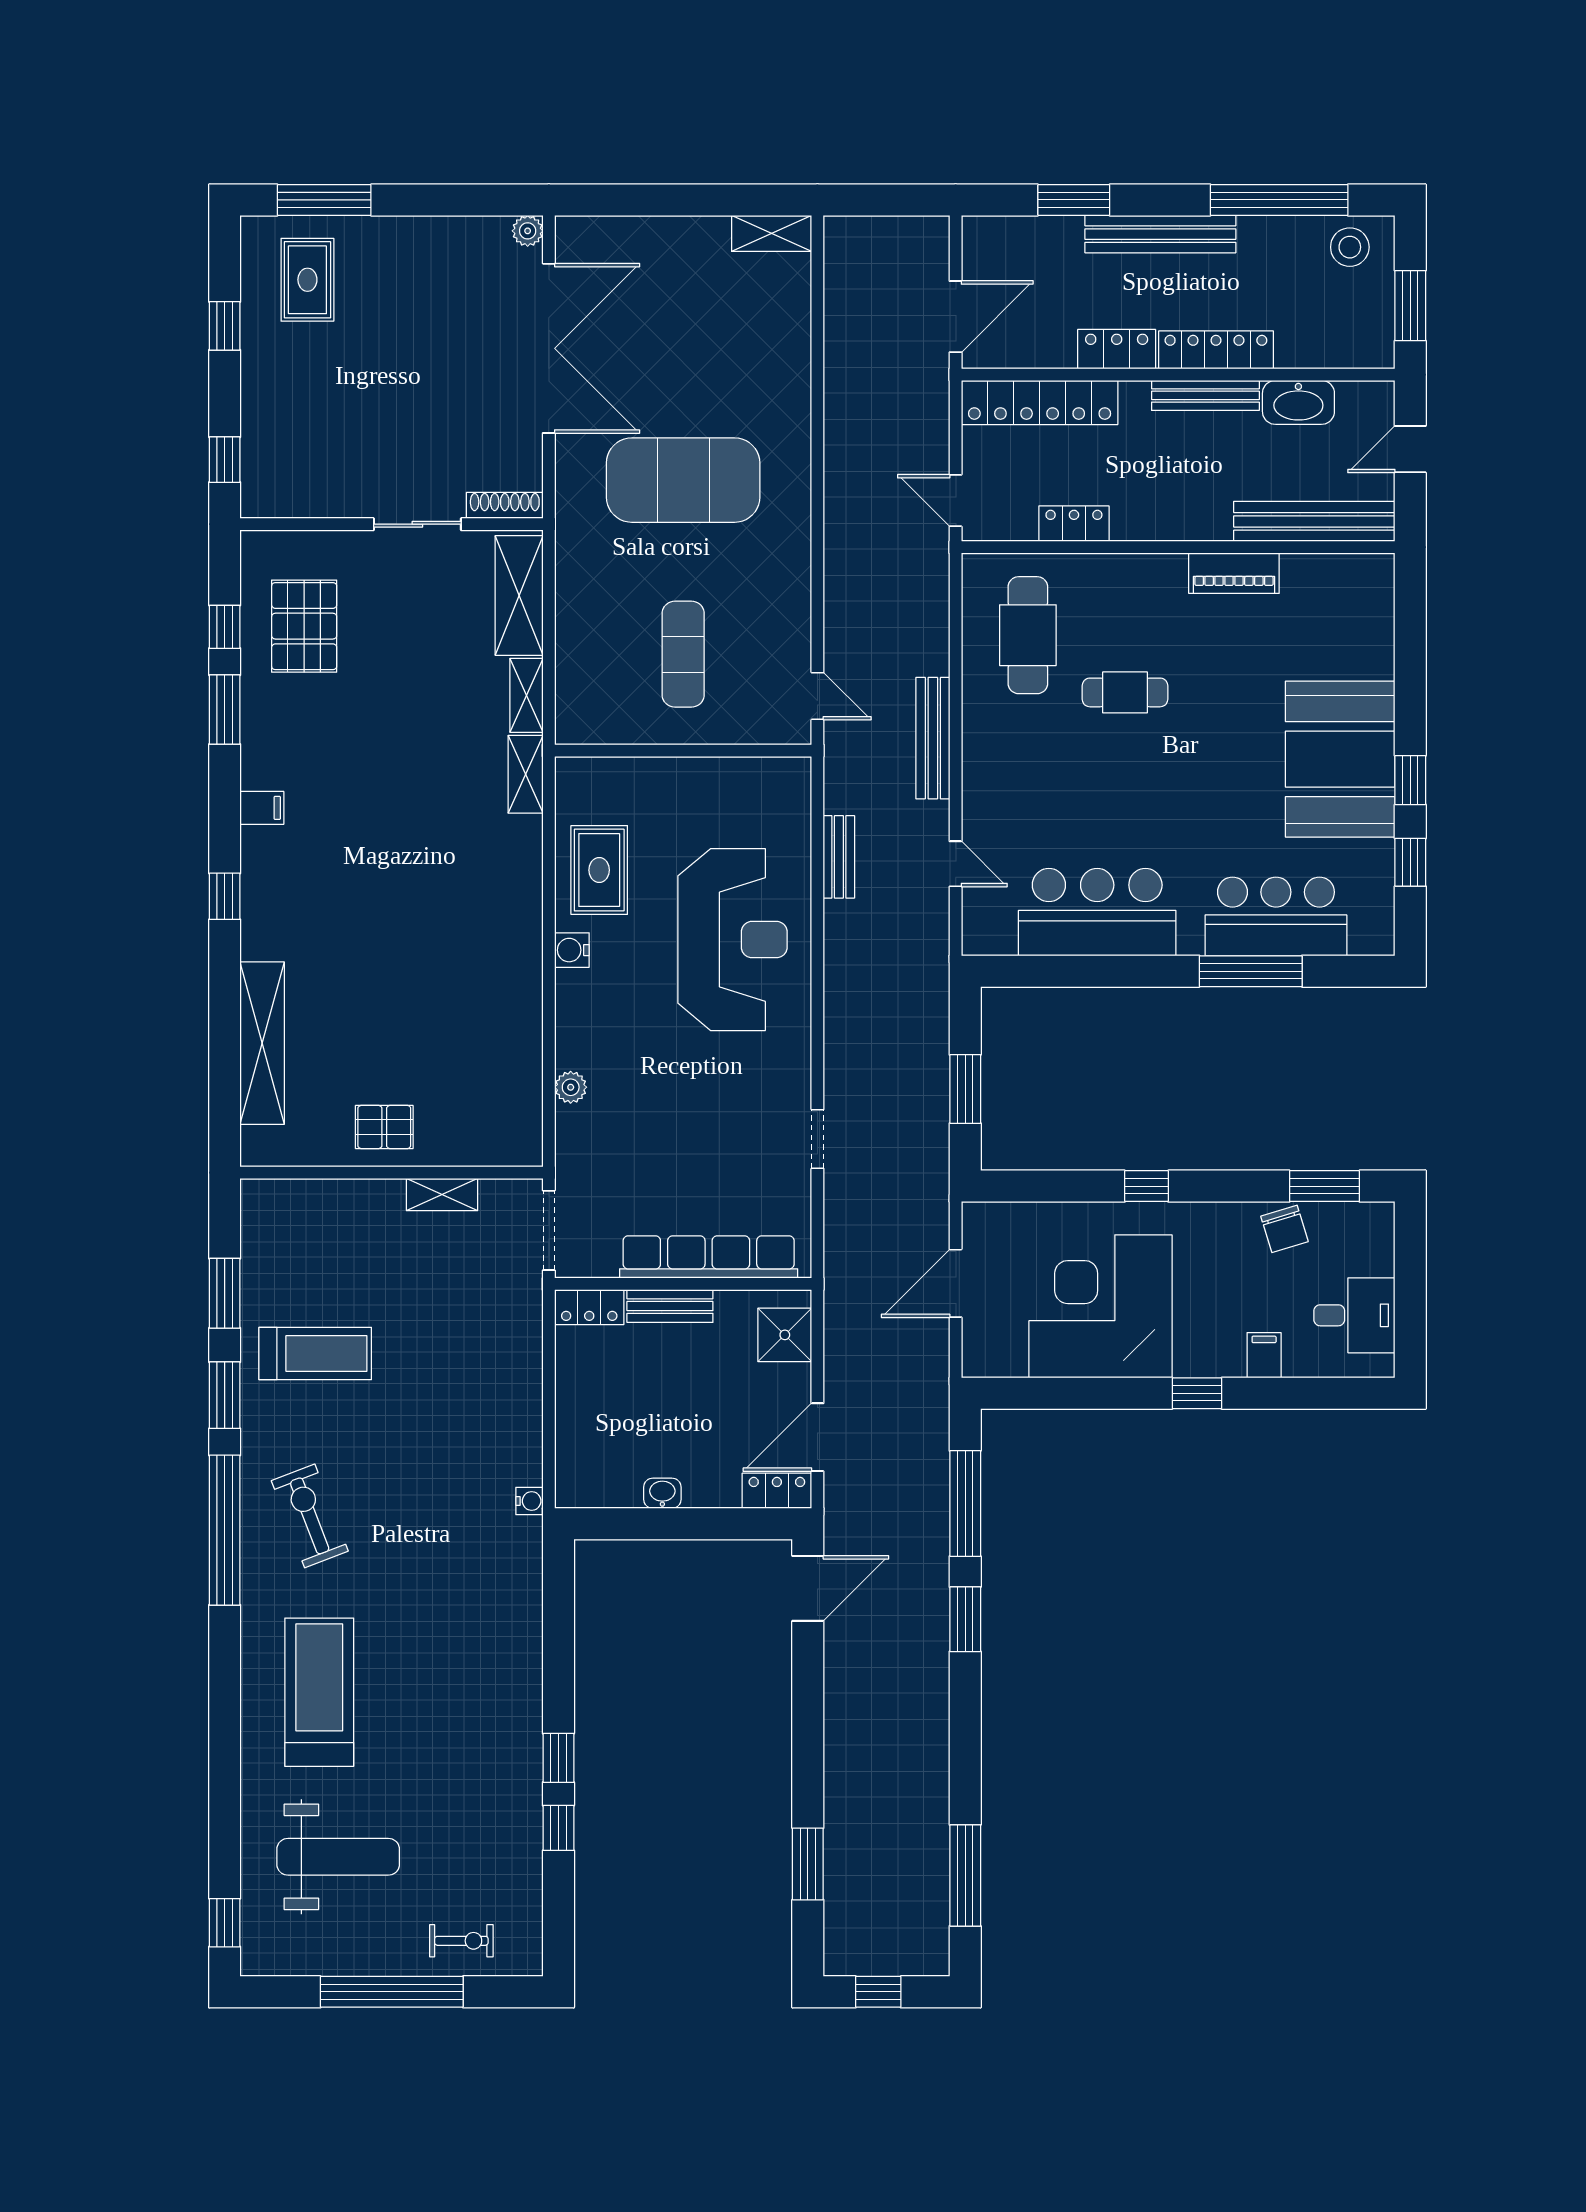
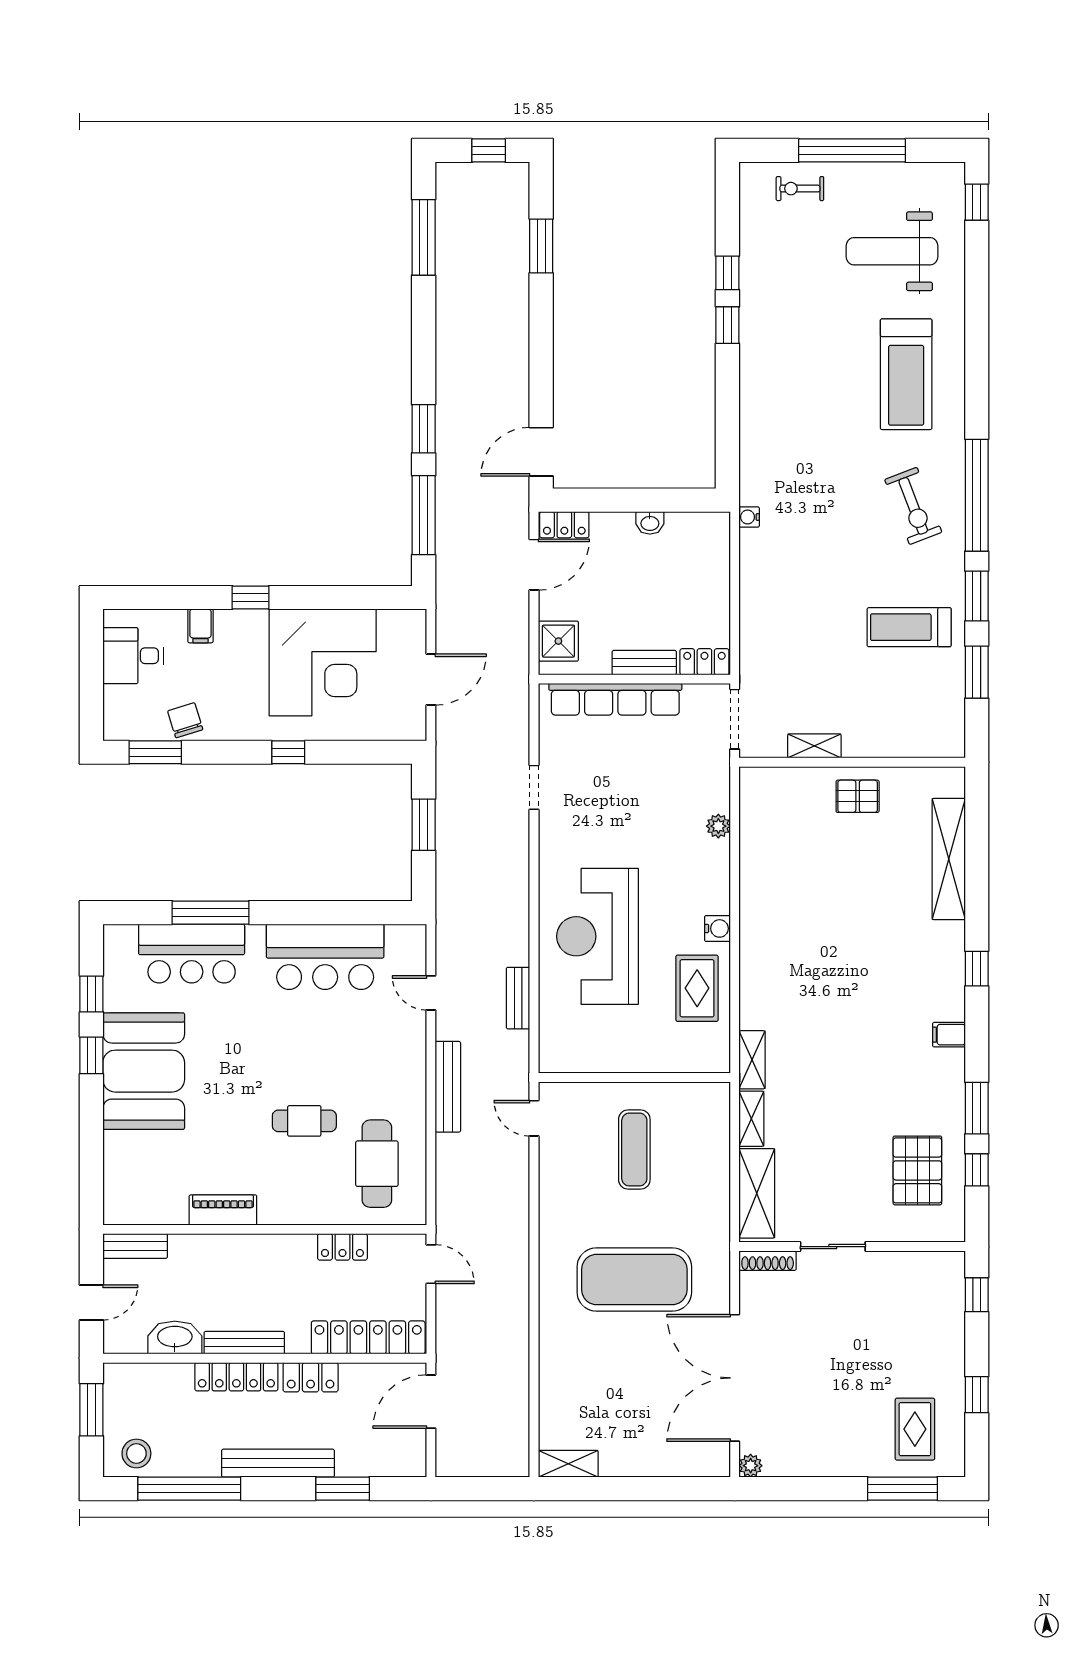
bench: (1314, 521) -> (135, 1246), width x0.54, depth x0.82

